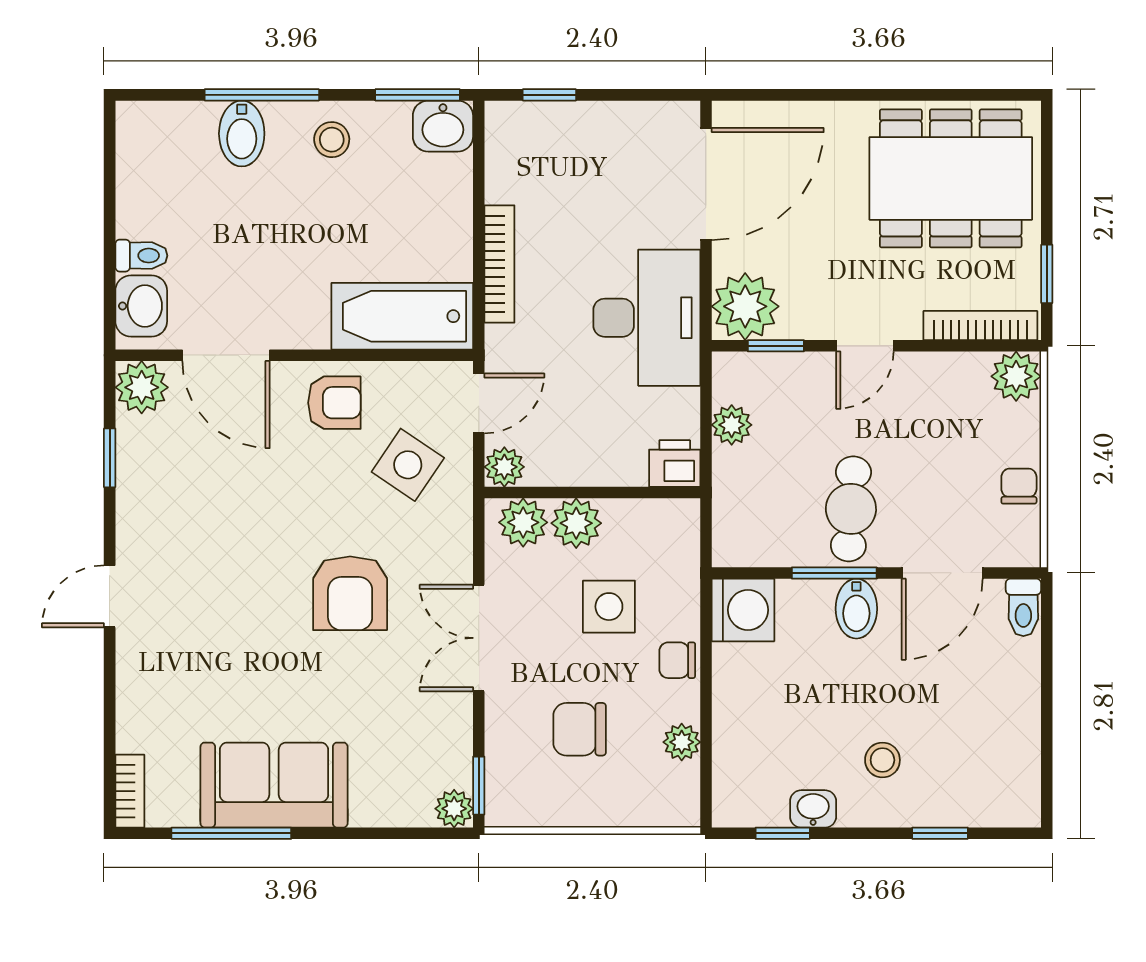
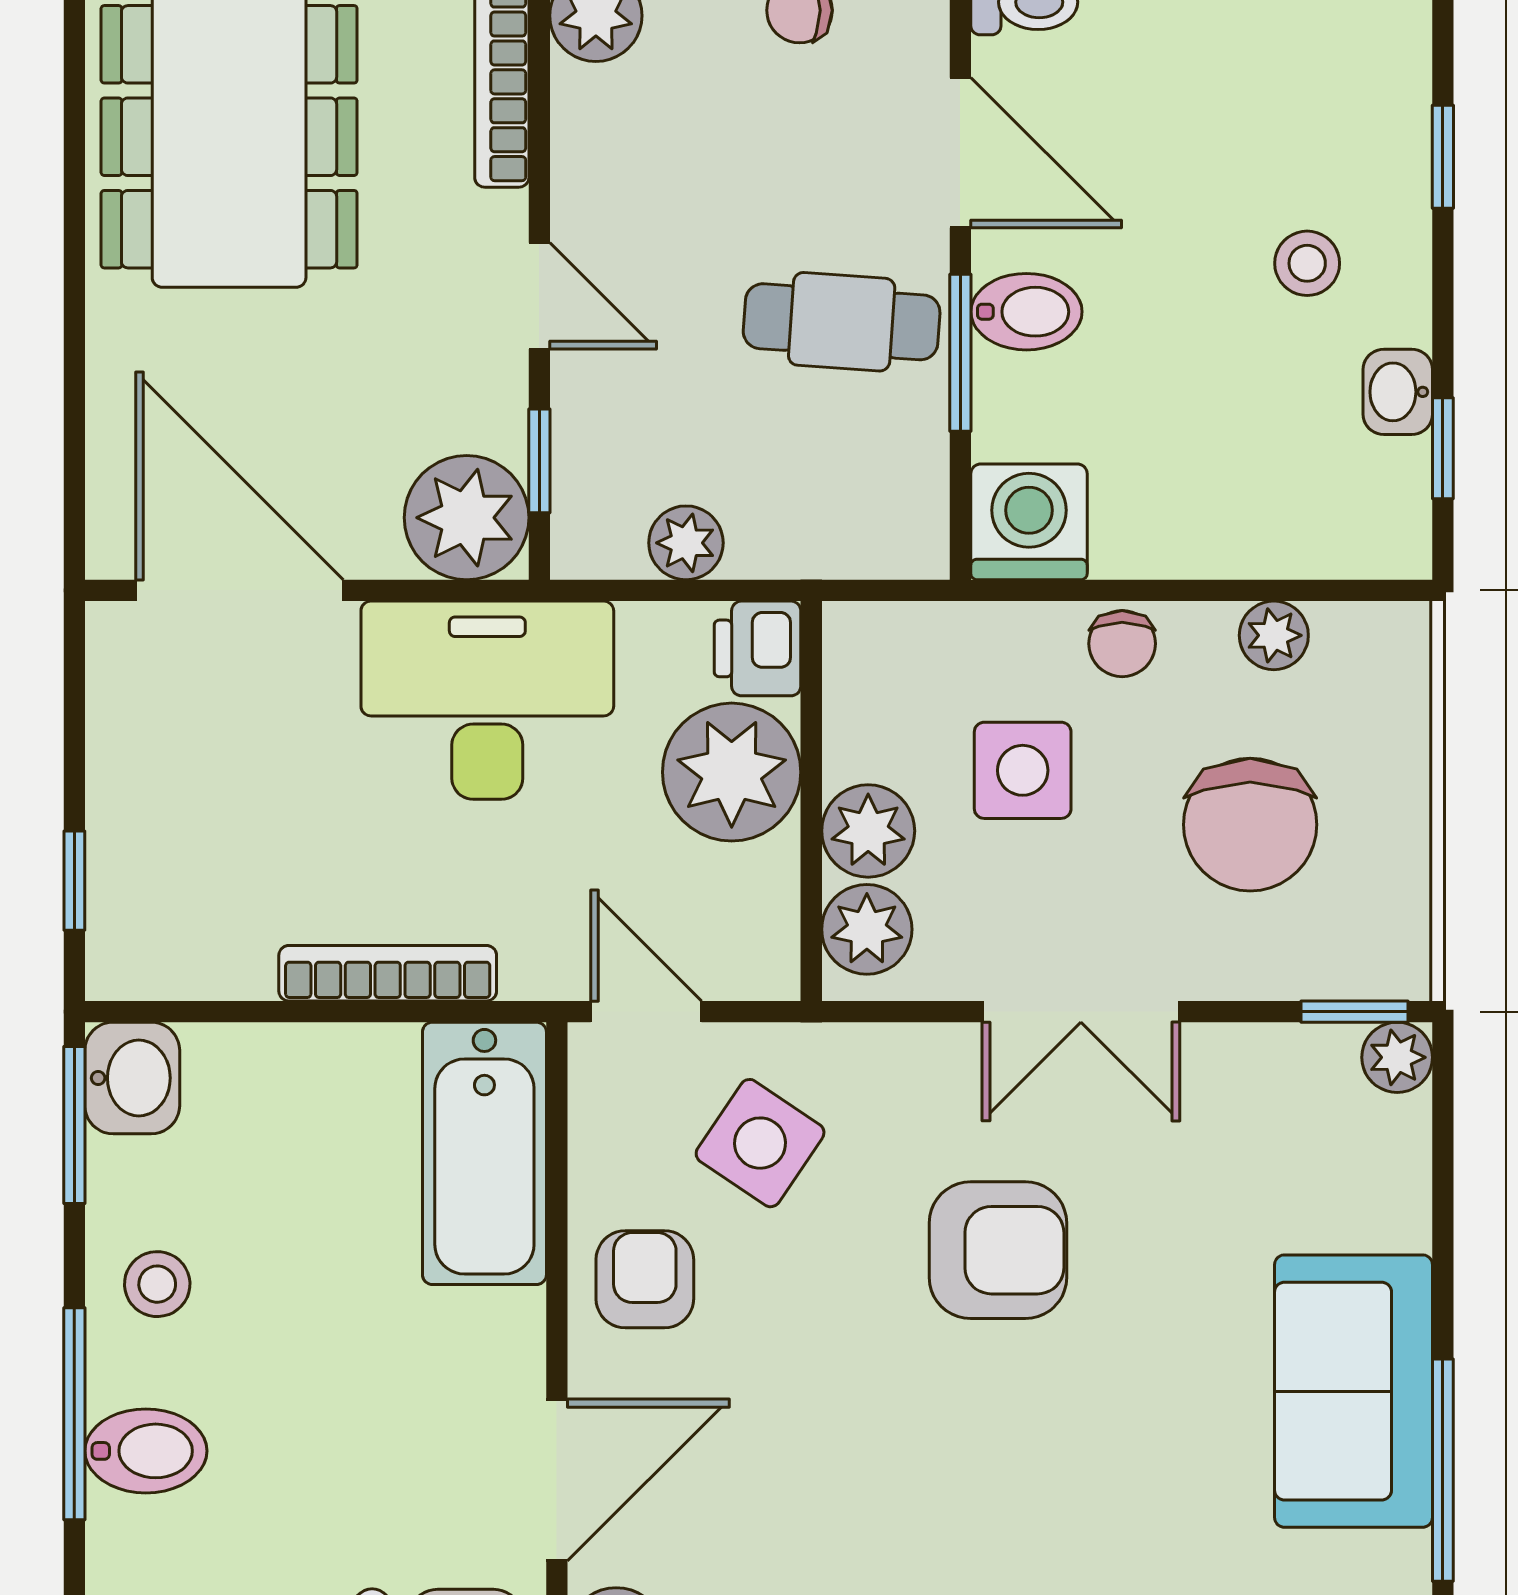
plant: (504, 467) -> (732, 772), moved, width x1.88, depth x1.88
chair: (580, 729) -> (1250, 825), width x1.37, depth x1.37

